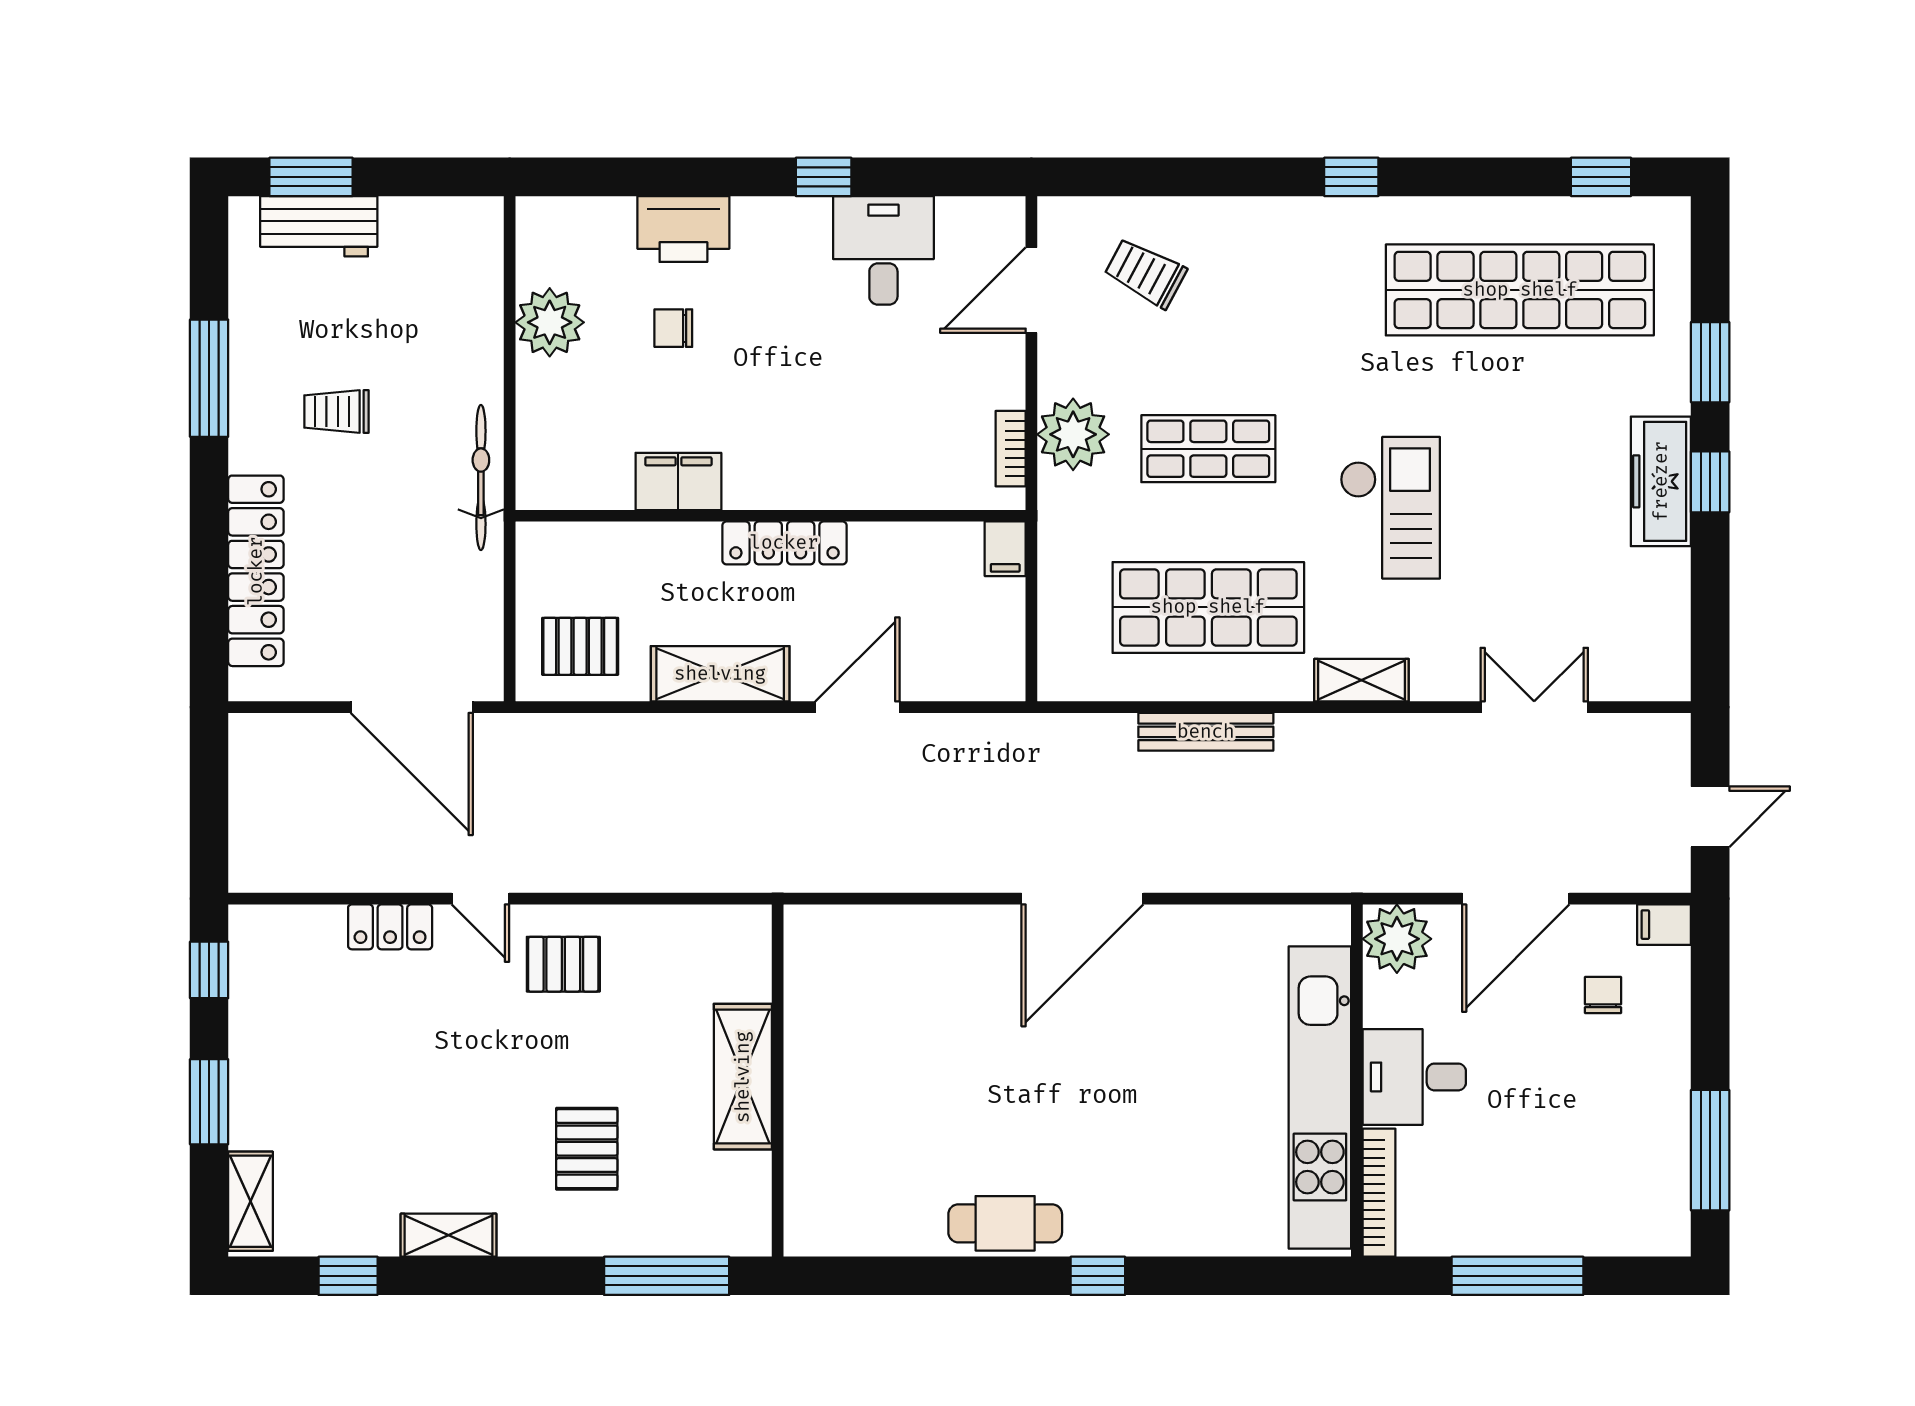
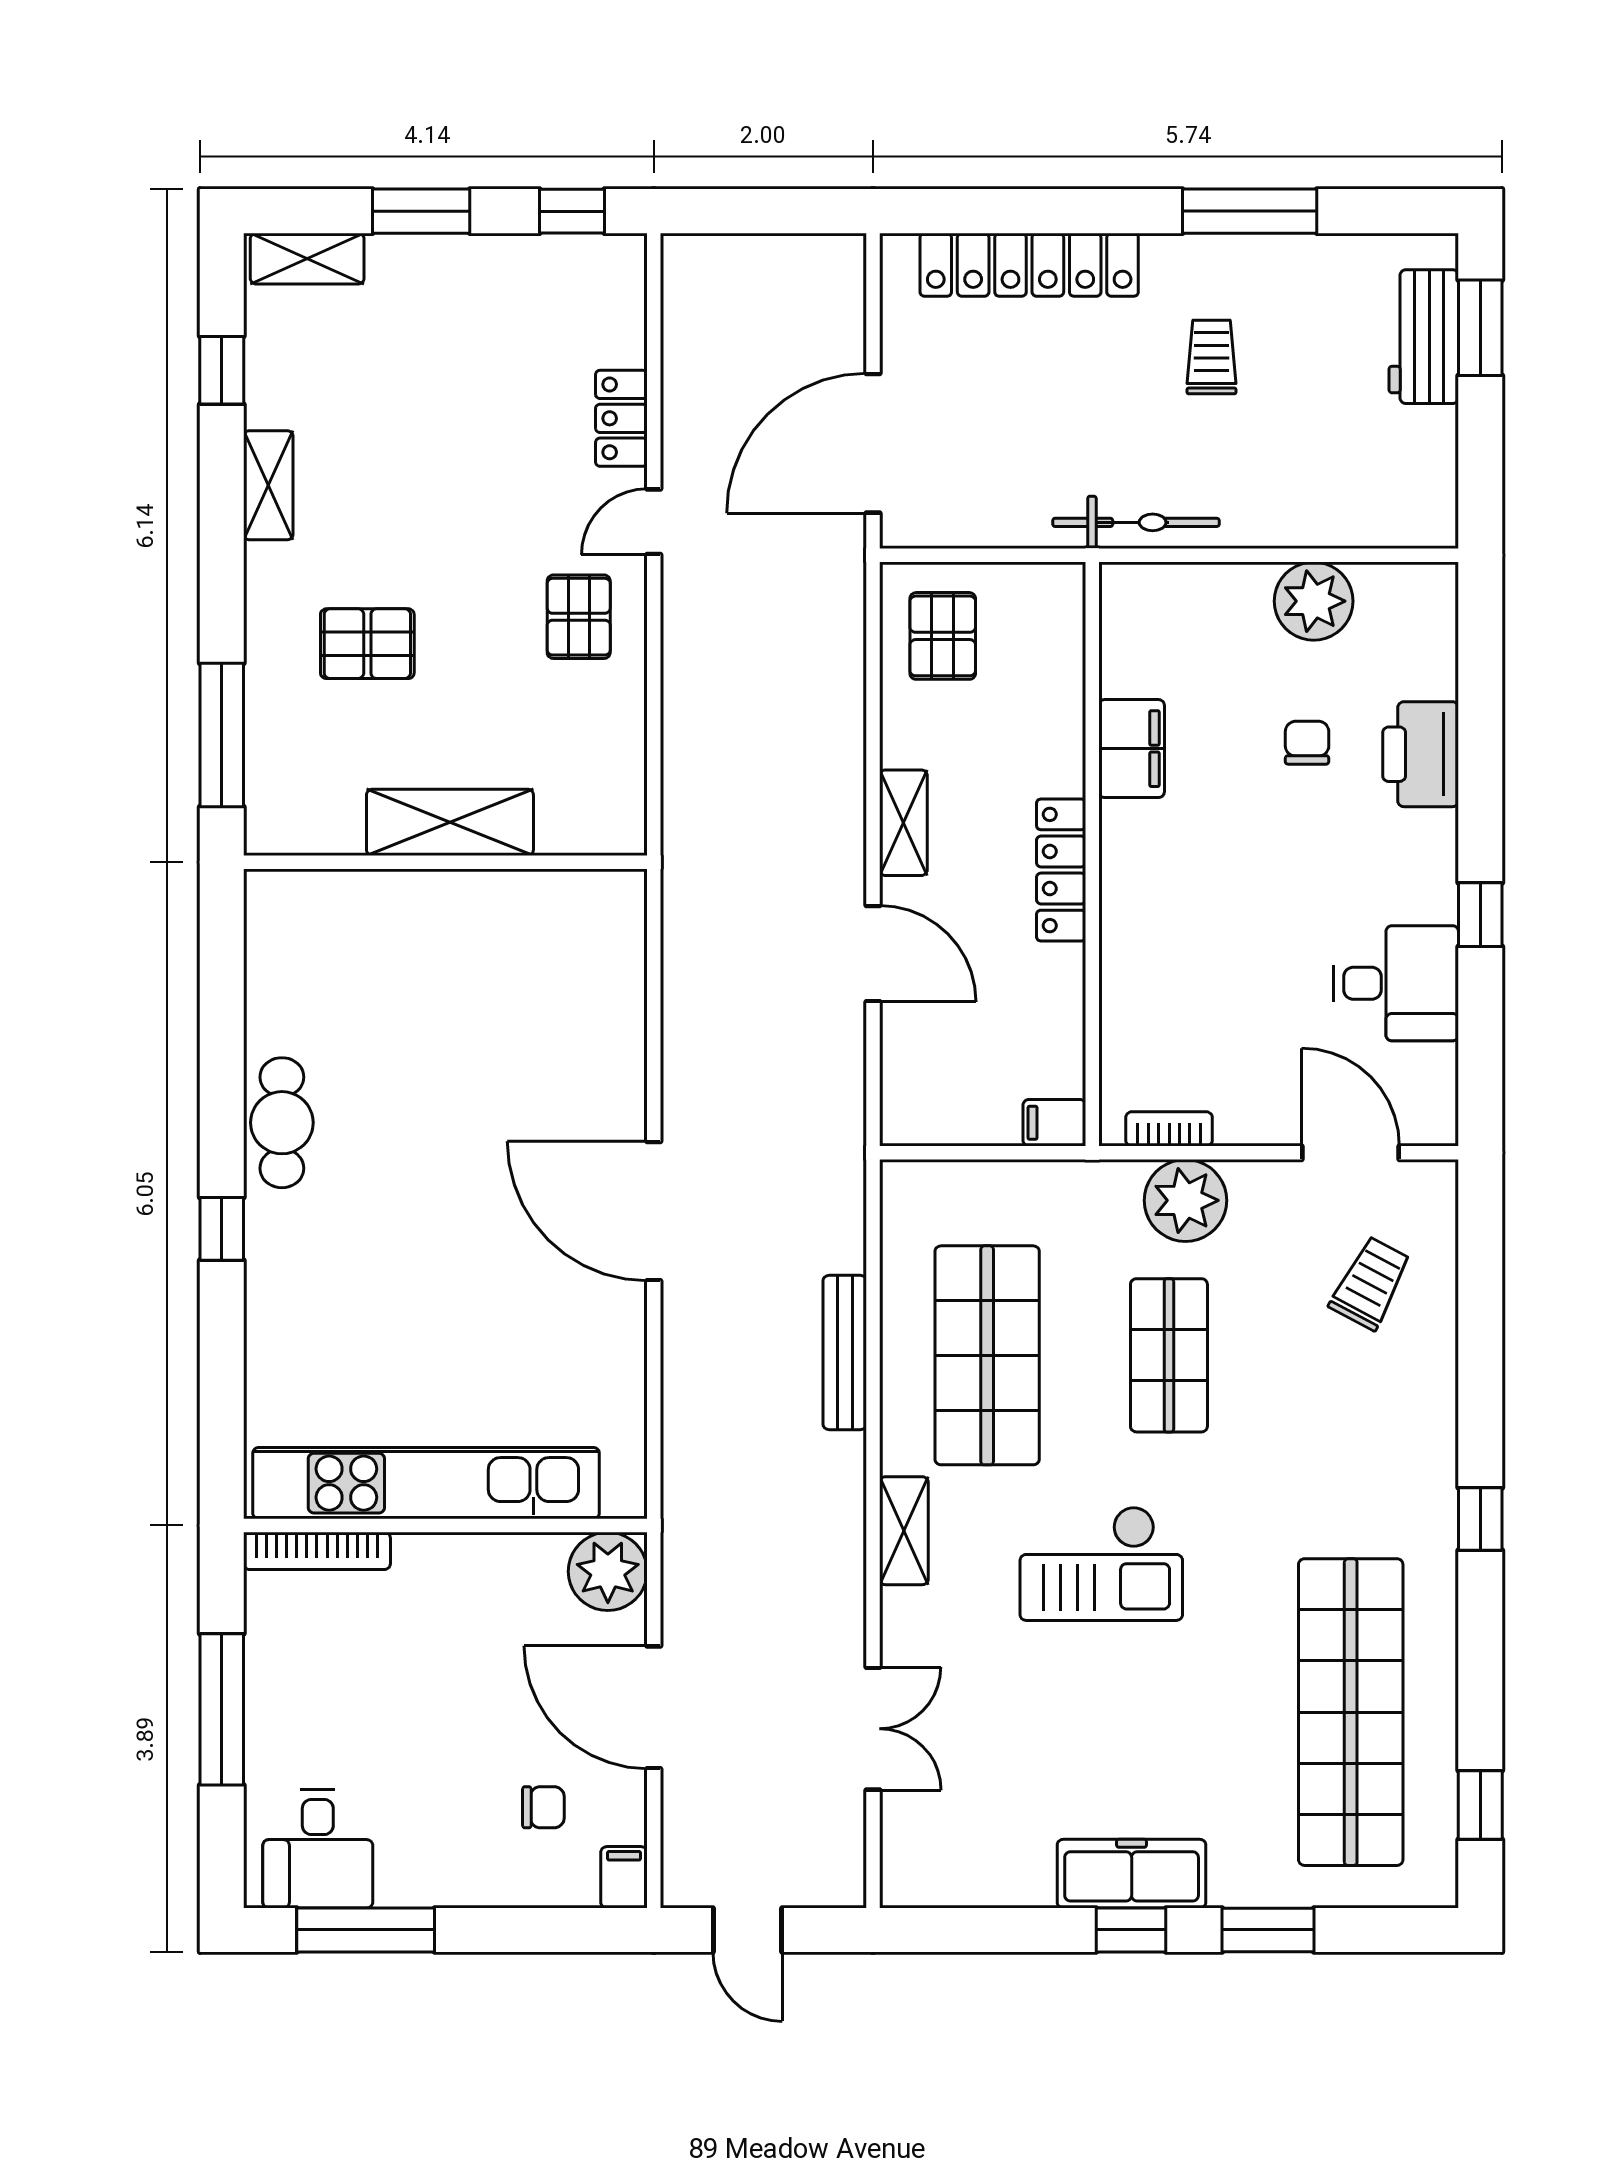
shelving: (720, 674) -> (903, 823), width x0.67, depth x0.75
desk: (1414, 1077) -> (318, 1849), moved, turned 180

